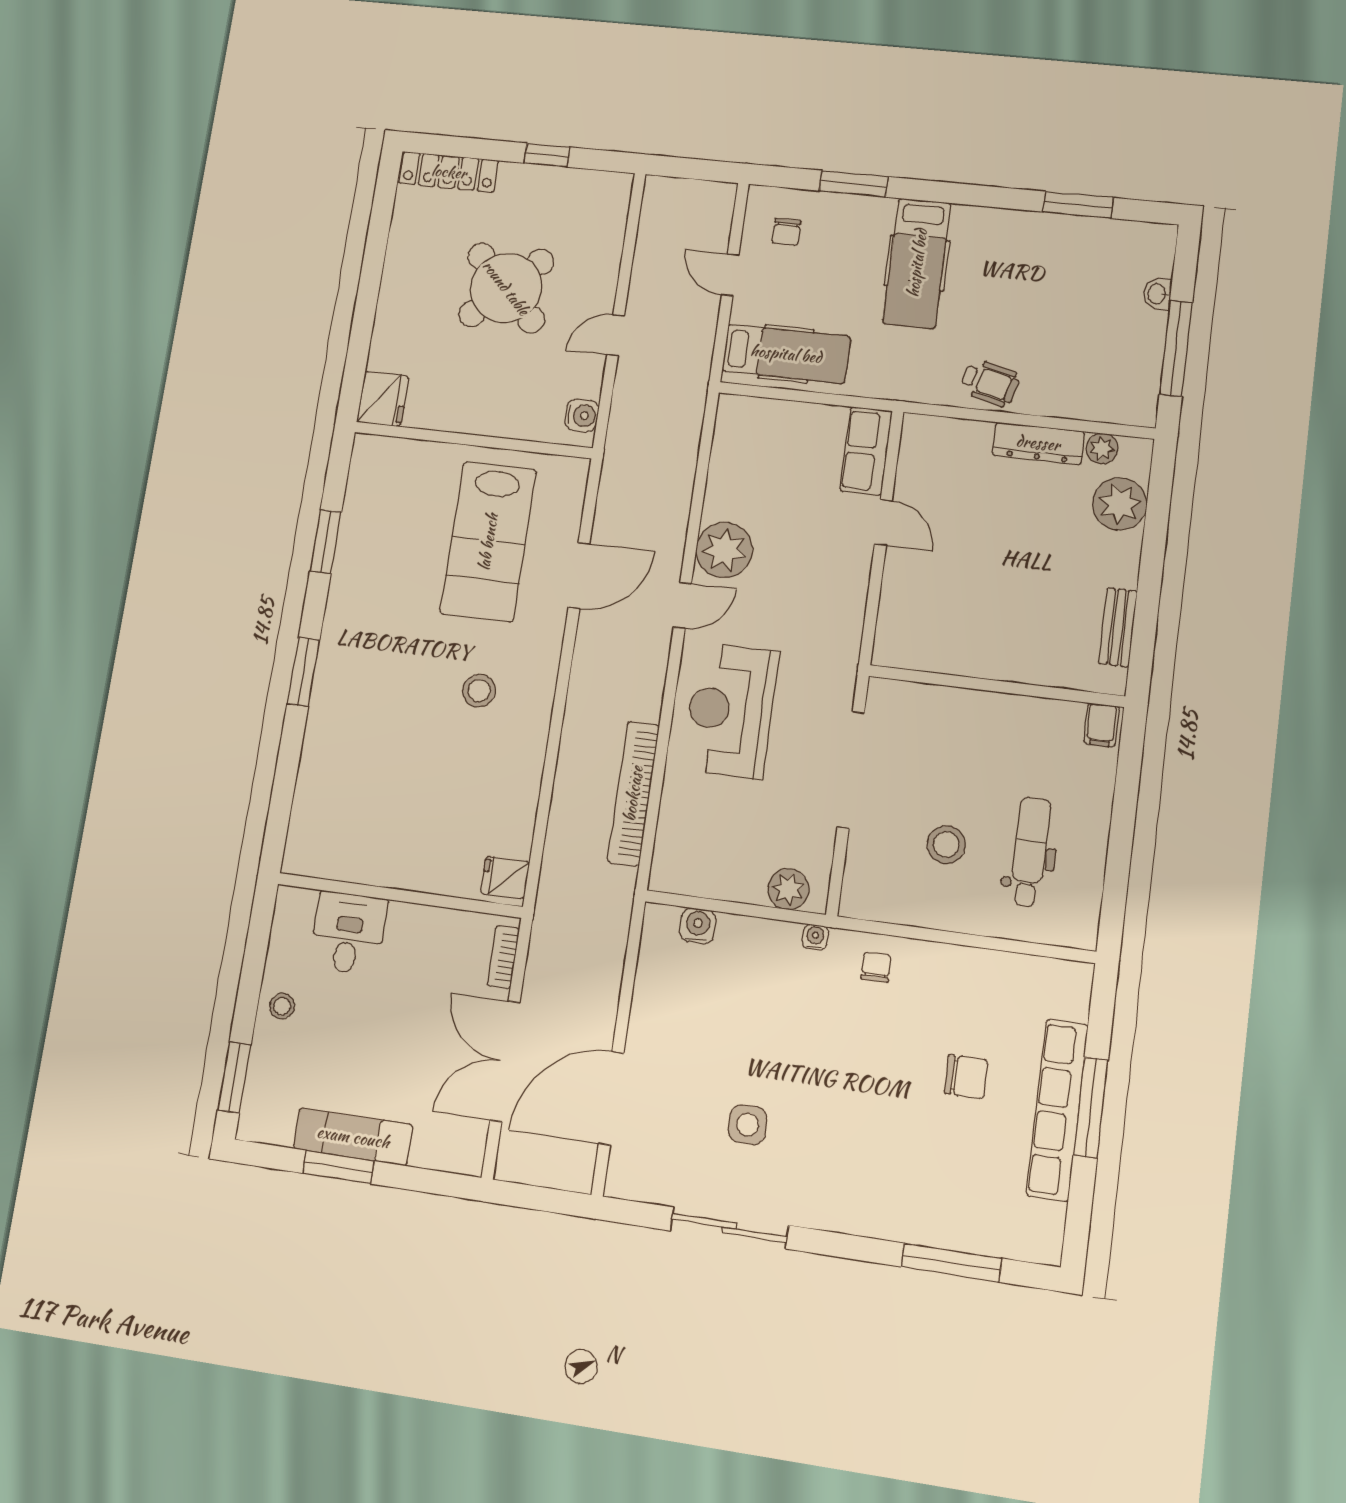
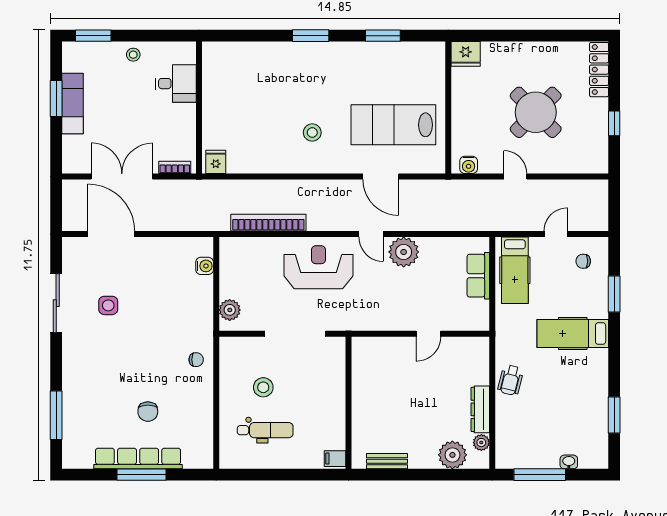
row of seats: (866, 451) -> (478, 276), moved, turned -90
water cooler: (815, 937) -> (207, 327), removed

